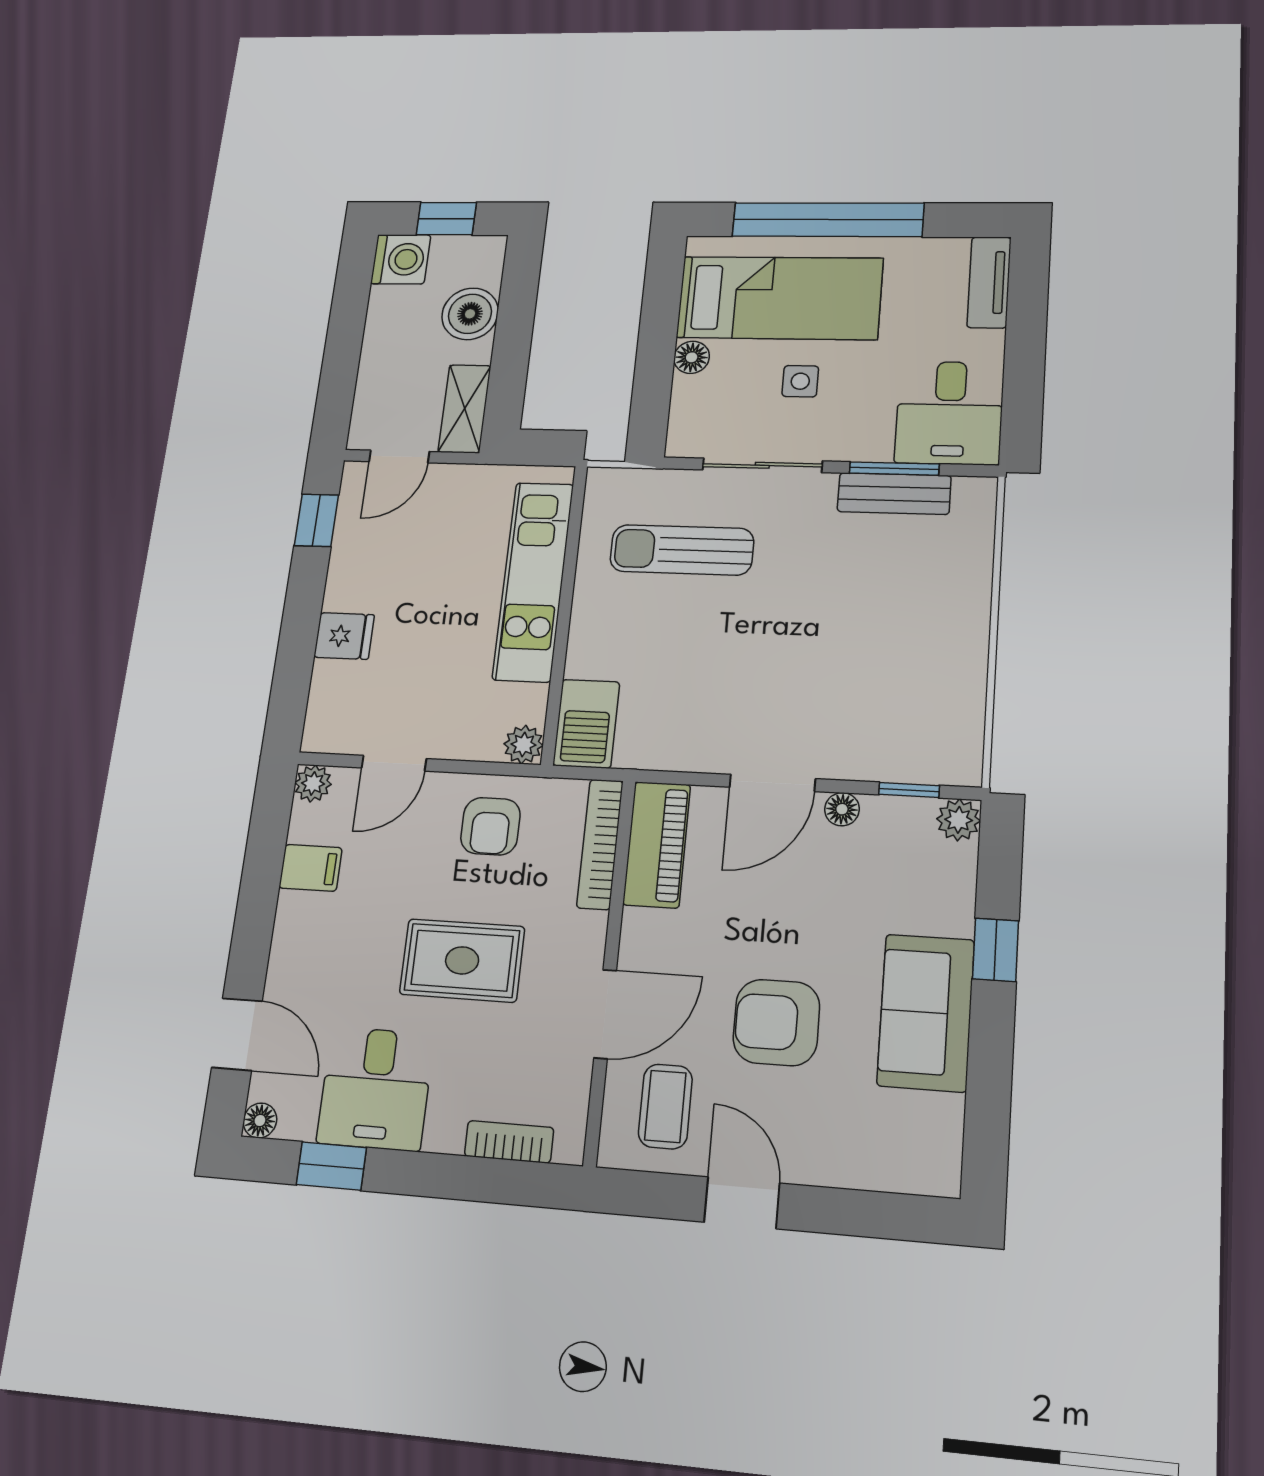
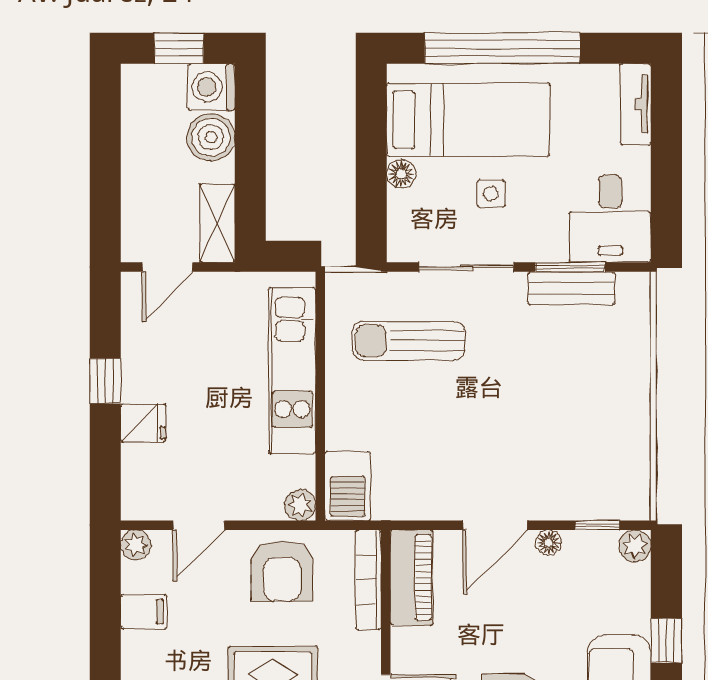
washing machine: (401, 259) -> (211, 87), moved, turned 180
window: (316, 520) -> (105, 381), moved
armchair: (490, 826) -> (282, 571), width x1.38, depth x1.38

